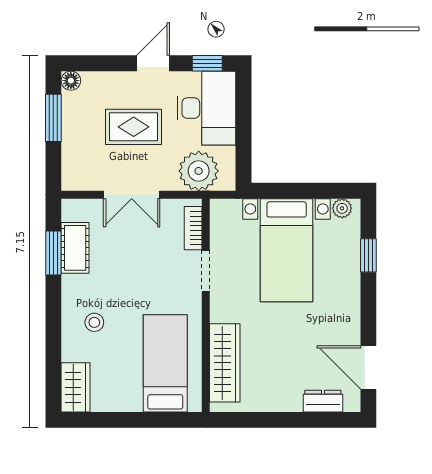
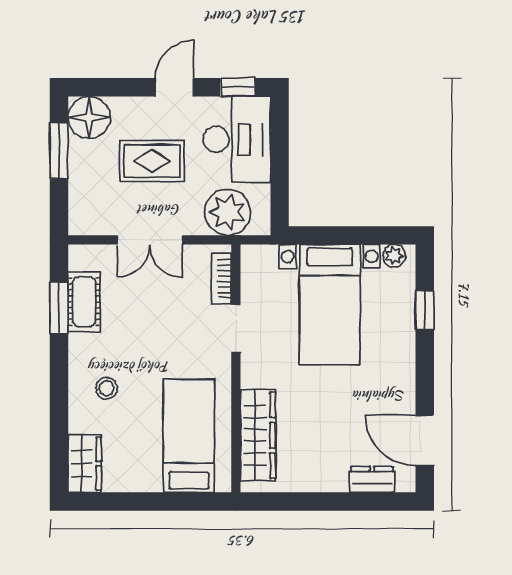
floor lamp: (71, 81) -> (89, 117), width x1.89, depth x1.89

